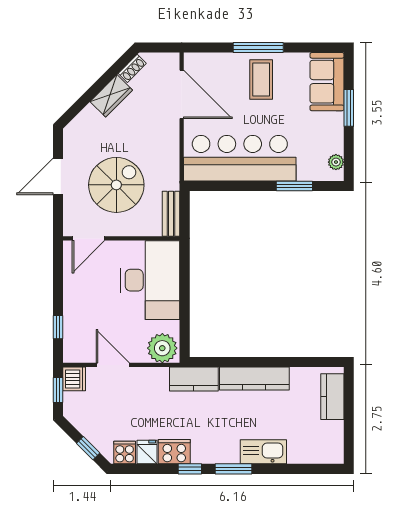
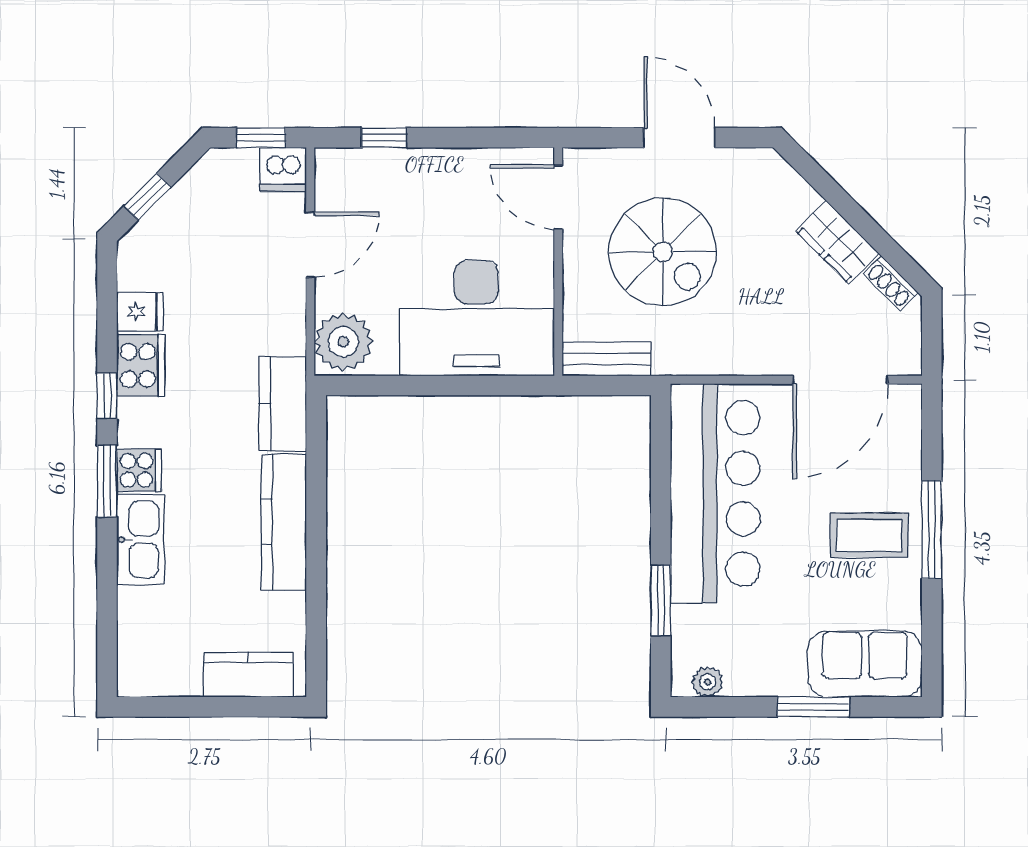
cooker: (125, 452) -> (139, 470), moved

